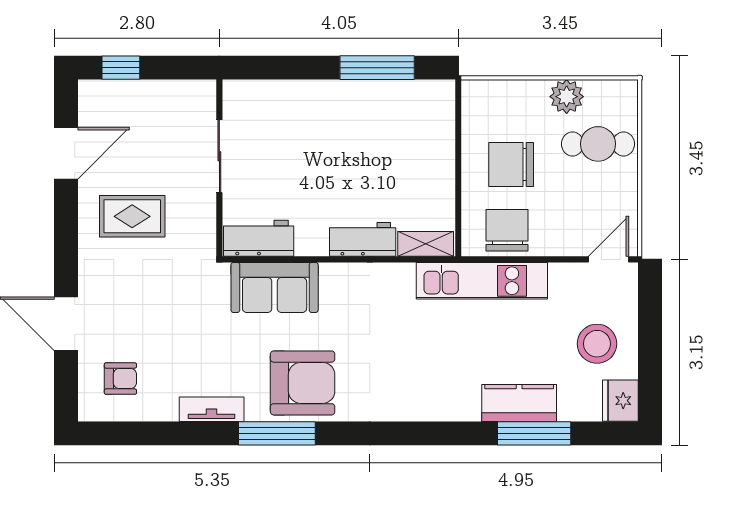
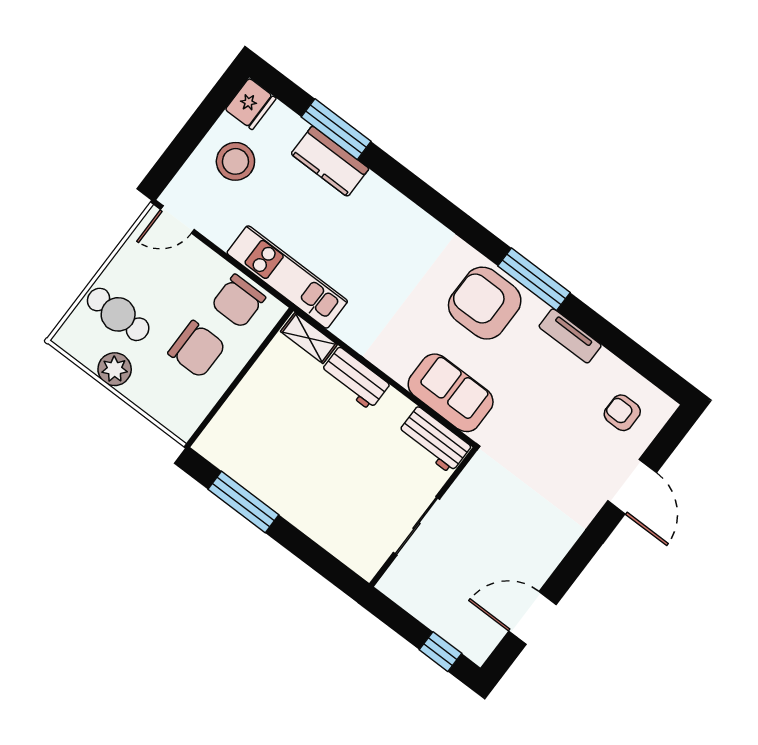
rug: (132, 216) -> (518, 531), removed

